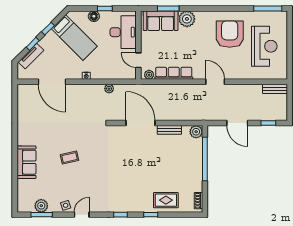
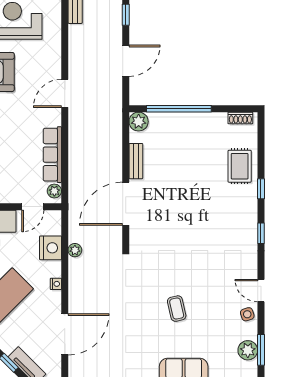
nightstand: (111, 72) -> (51, 248), added

